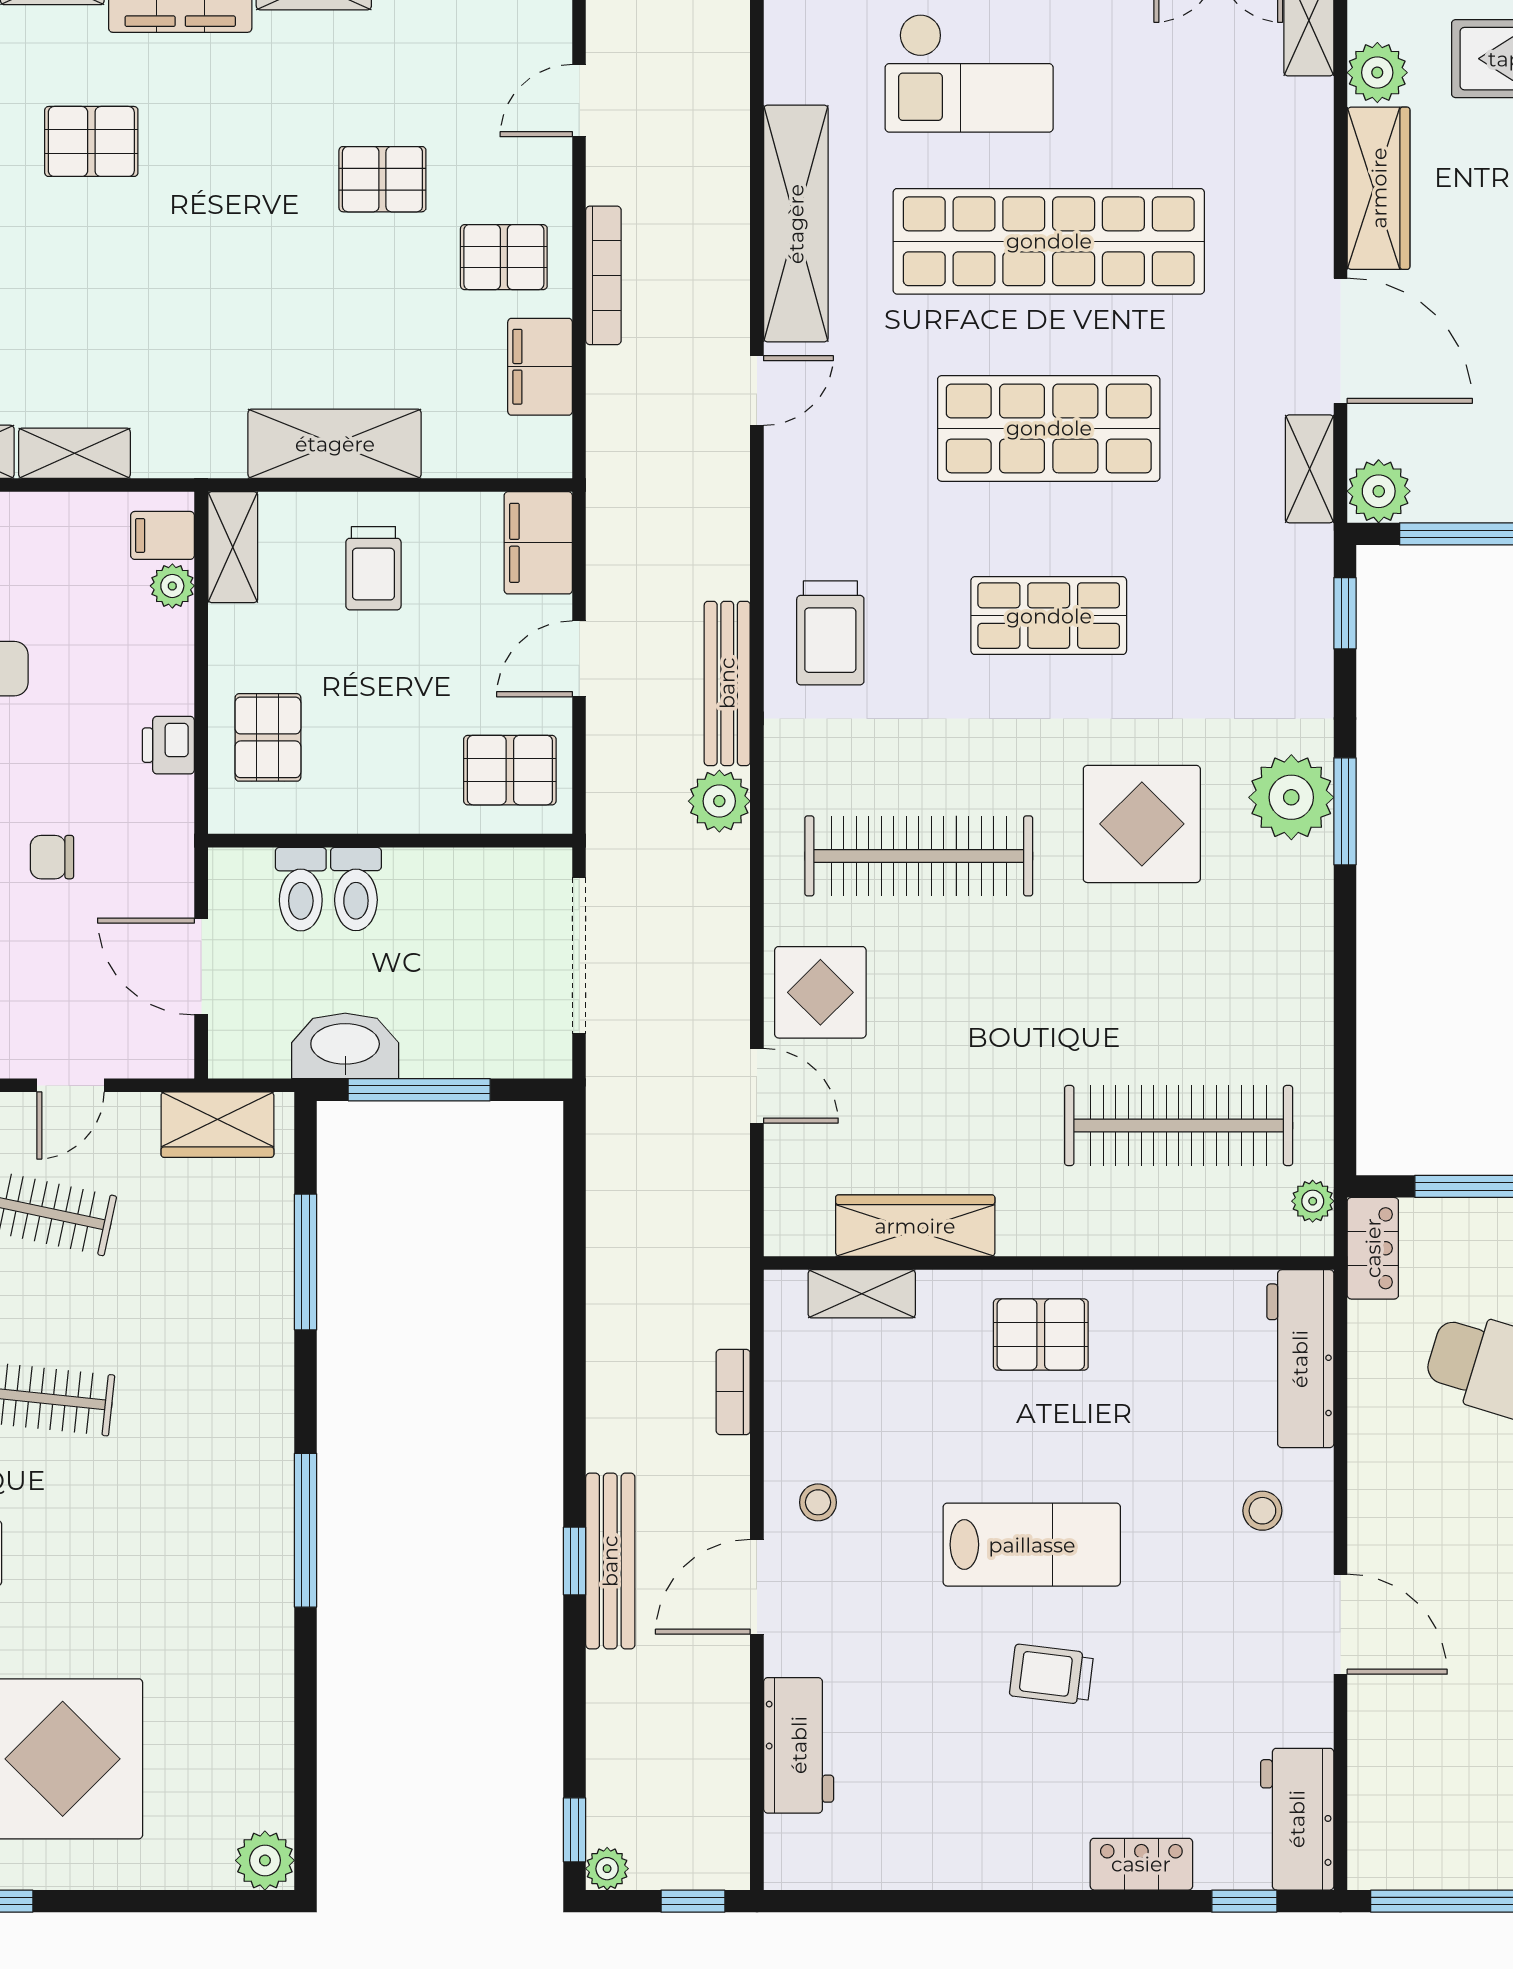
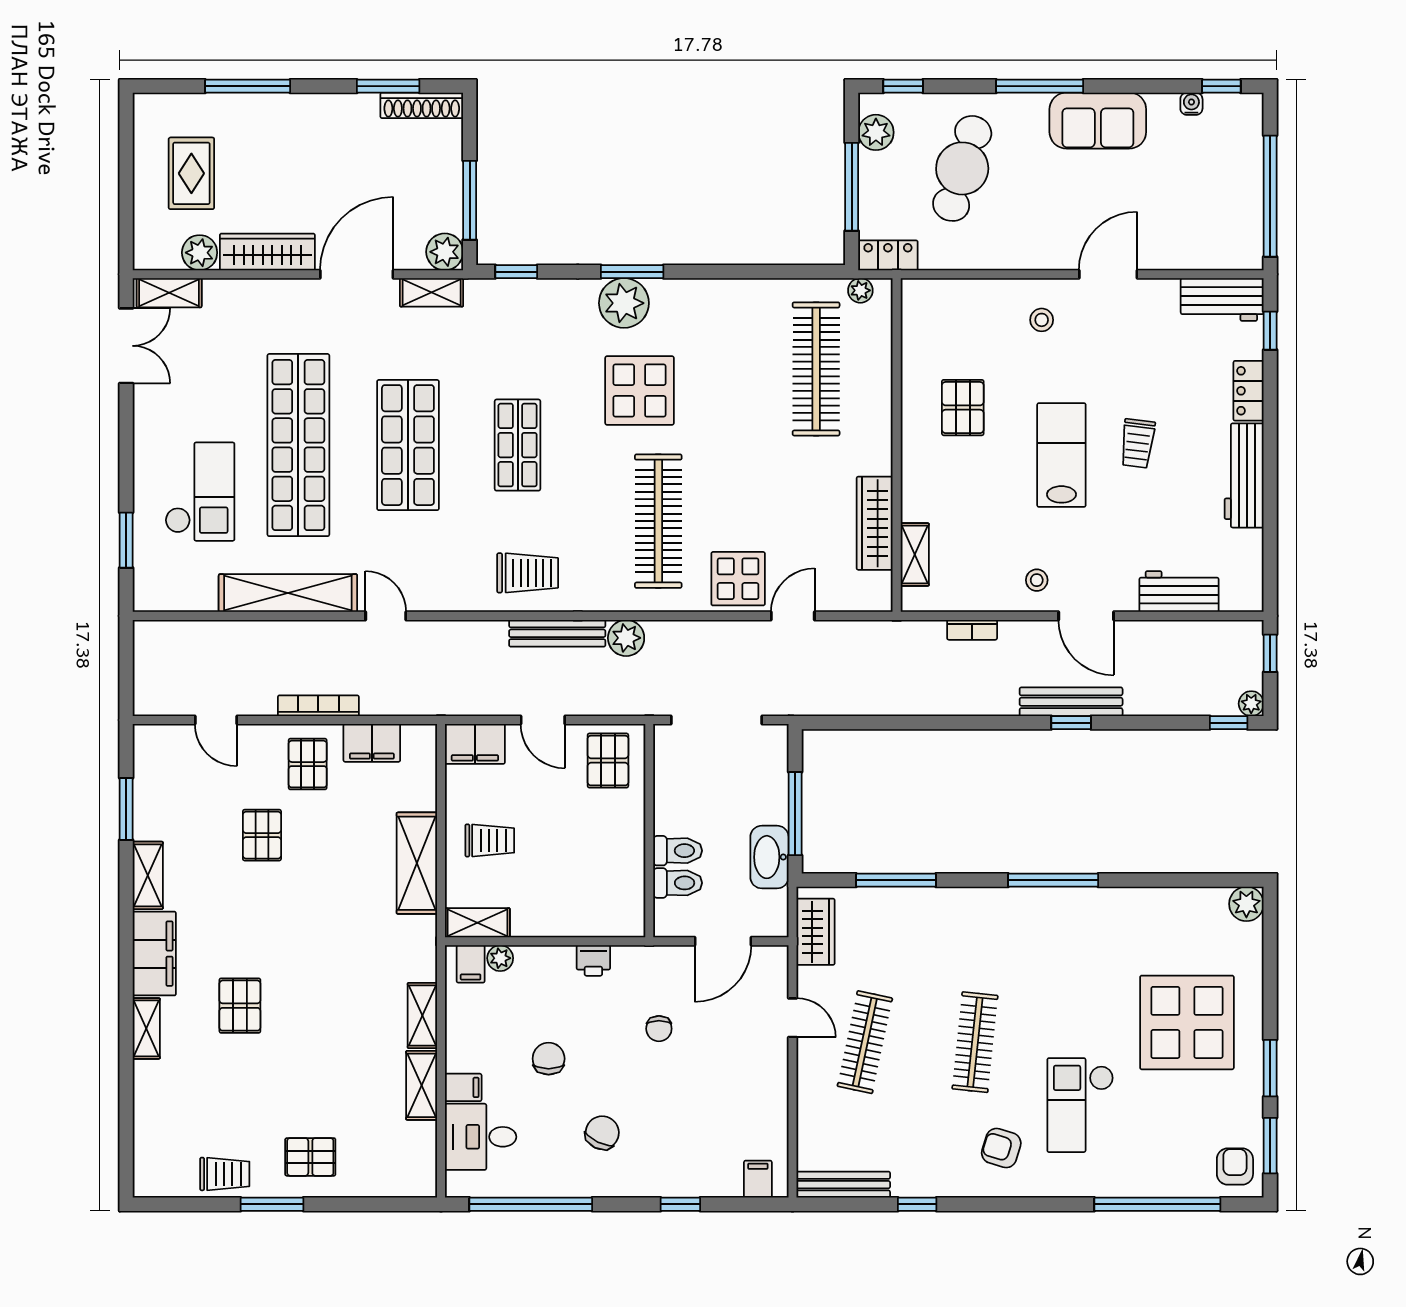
pallet: (268, 737) -> (589, 902), removed
pallet: (1041, 1334) -> (963, 408), moved
workbench: (1300, 1359) -> (1244, 475), moved, turned 90

